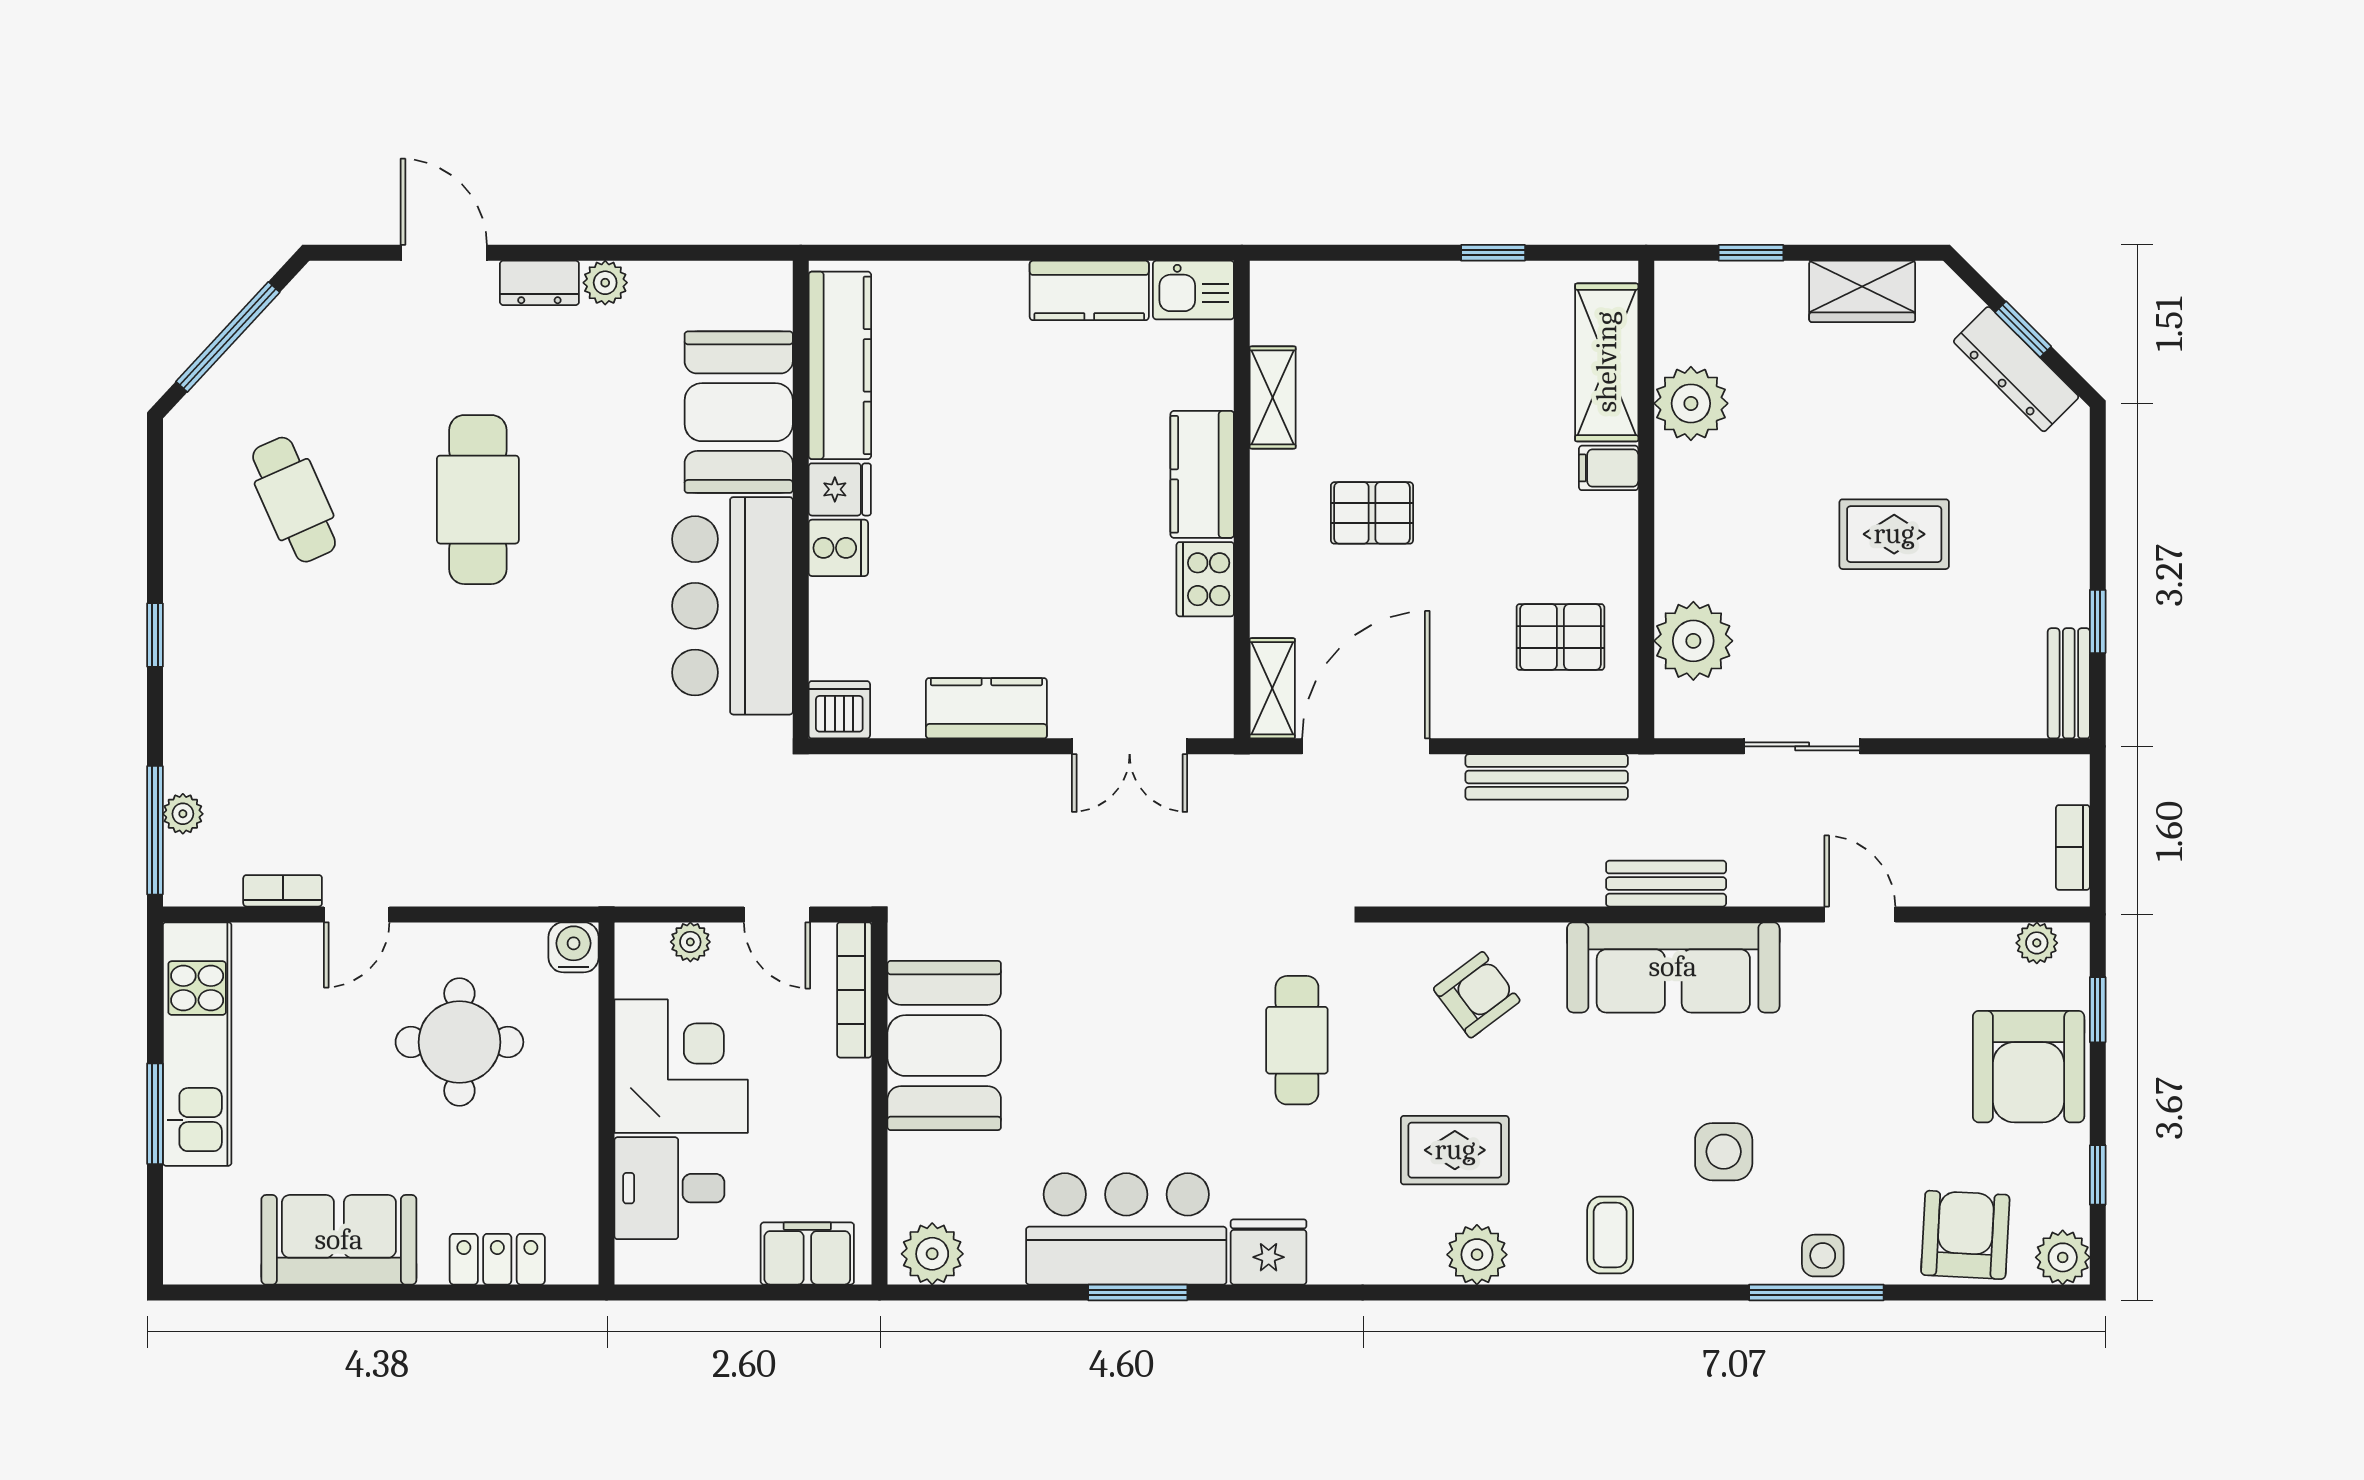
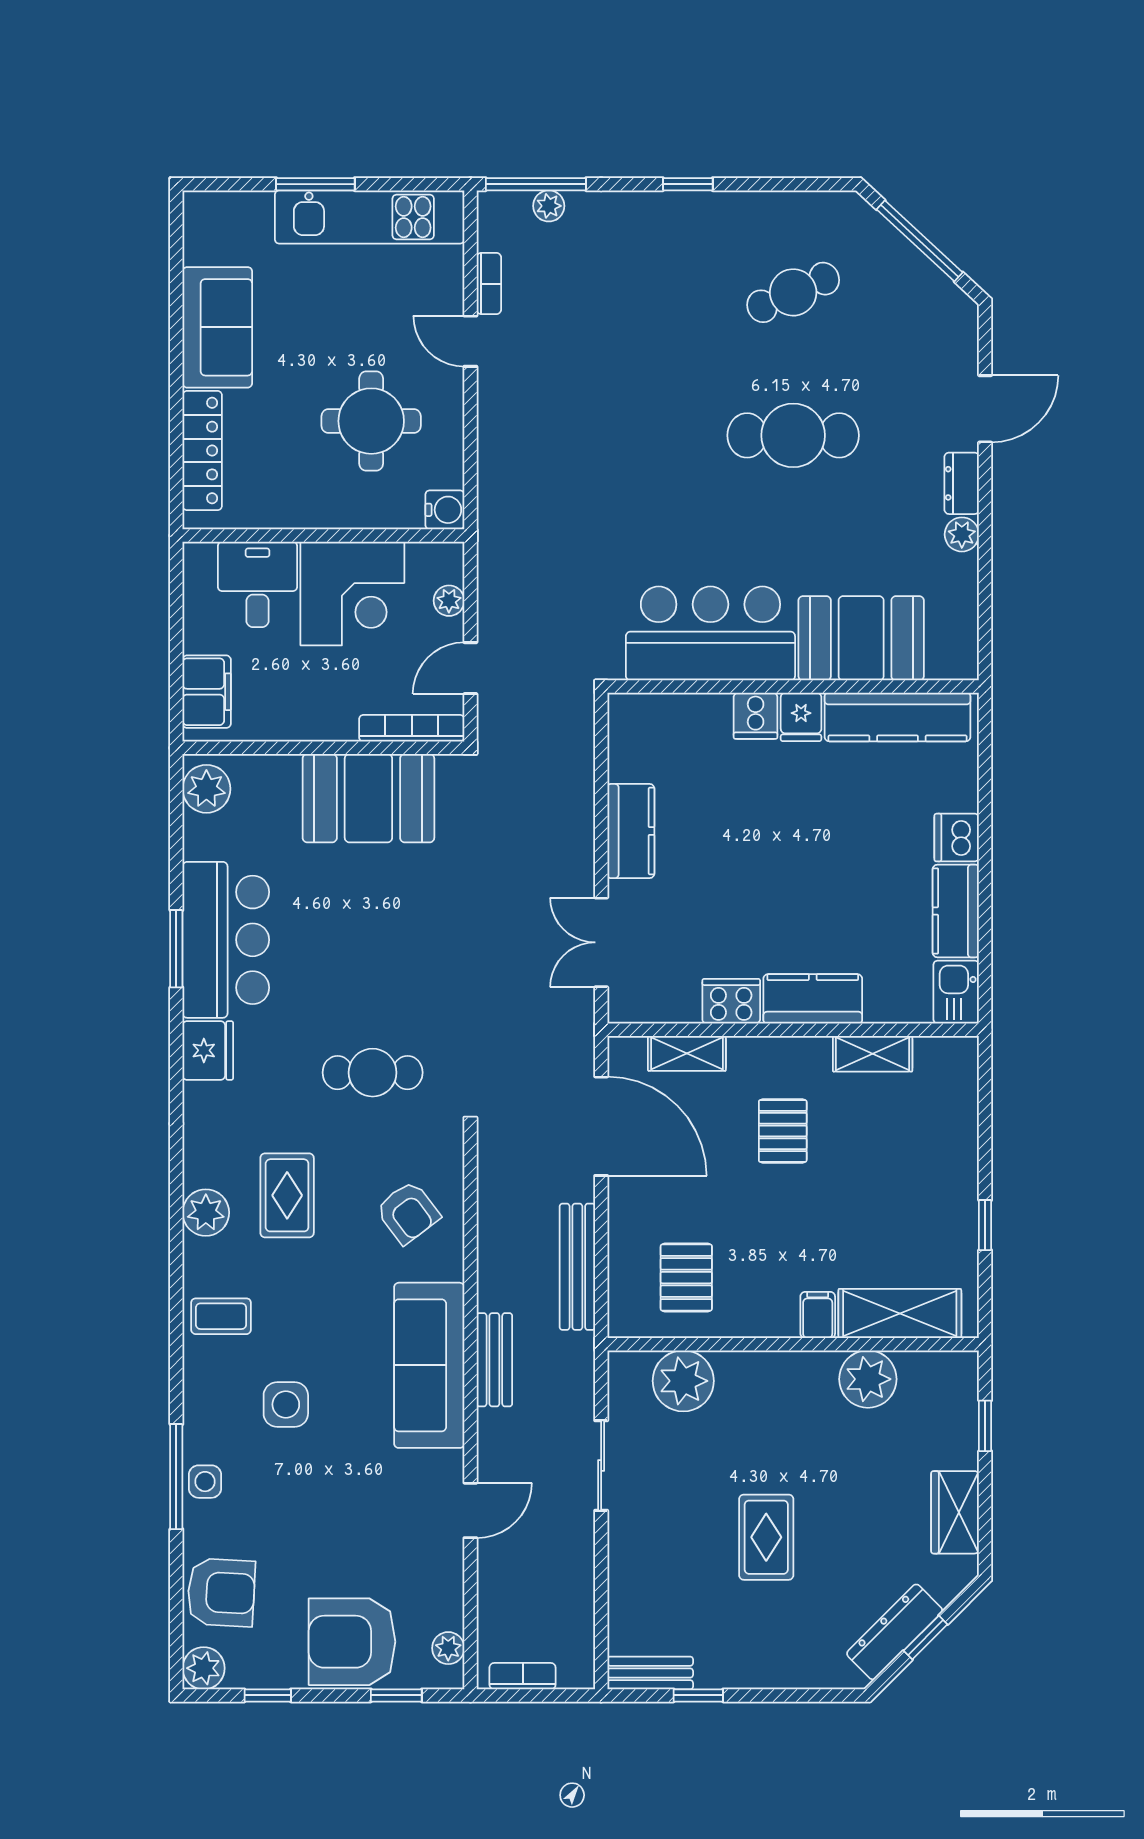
shelving: (1272, 688) -> (687, 1053), moved
dishwasher: (839, 710) -> (957, 838), moved, turned 180
locker: (497, 1259) -> (202, 451), width x1.53

